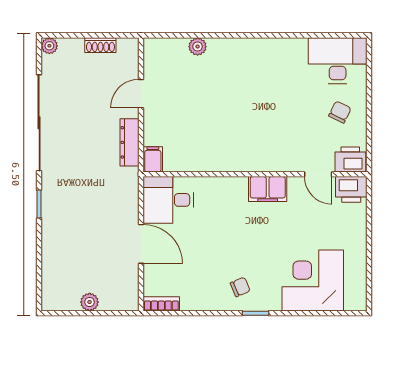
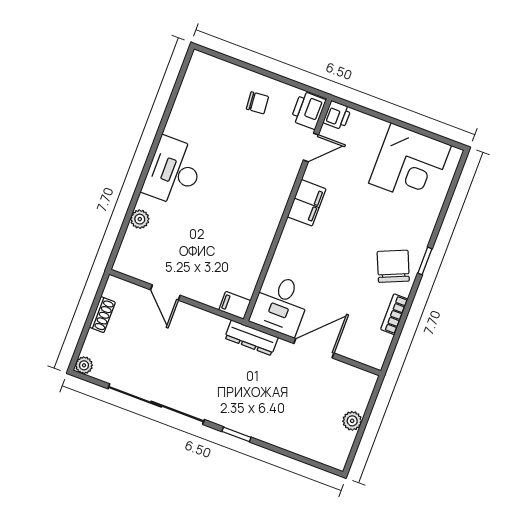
desk: (338, 61) -> (174, 171), moved
chair: (340, 112) -> (257, 103), turned 149
dresser: (130, 142) -> (251, 338), moved
printer: (351, 189) -> (337, 115), width x0.73, depth x0.81
corner desk: (313, 281) -> (410, 164), moved, turned -90
chair: (240, 287) -> (393, 266), width x1.87, depth x1.87
bookcase: (161, 304) -> (394, 314), moved

